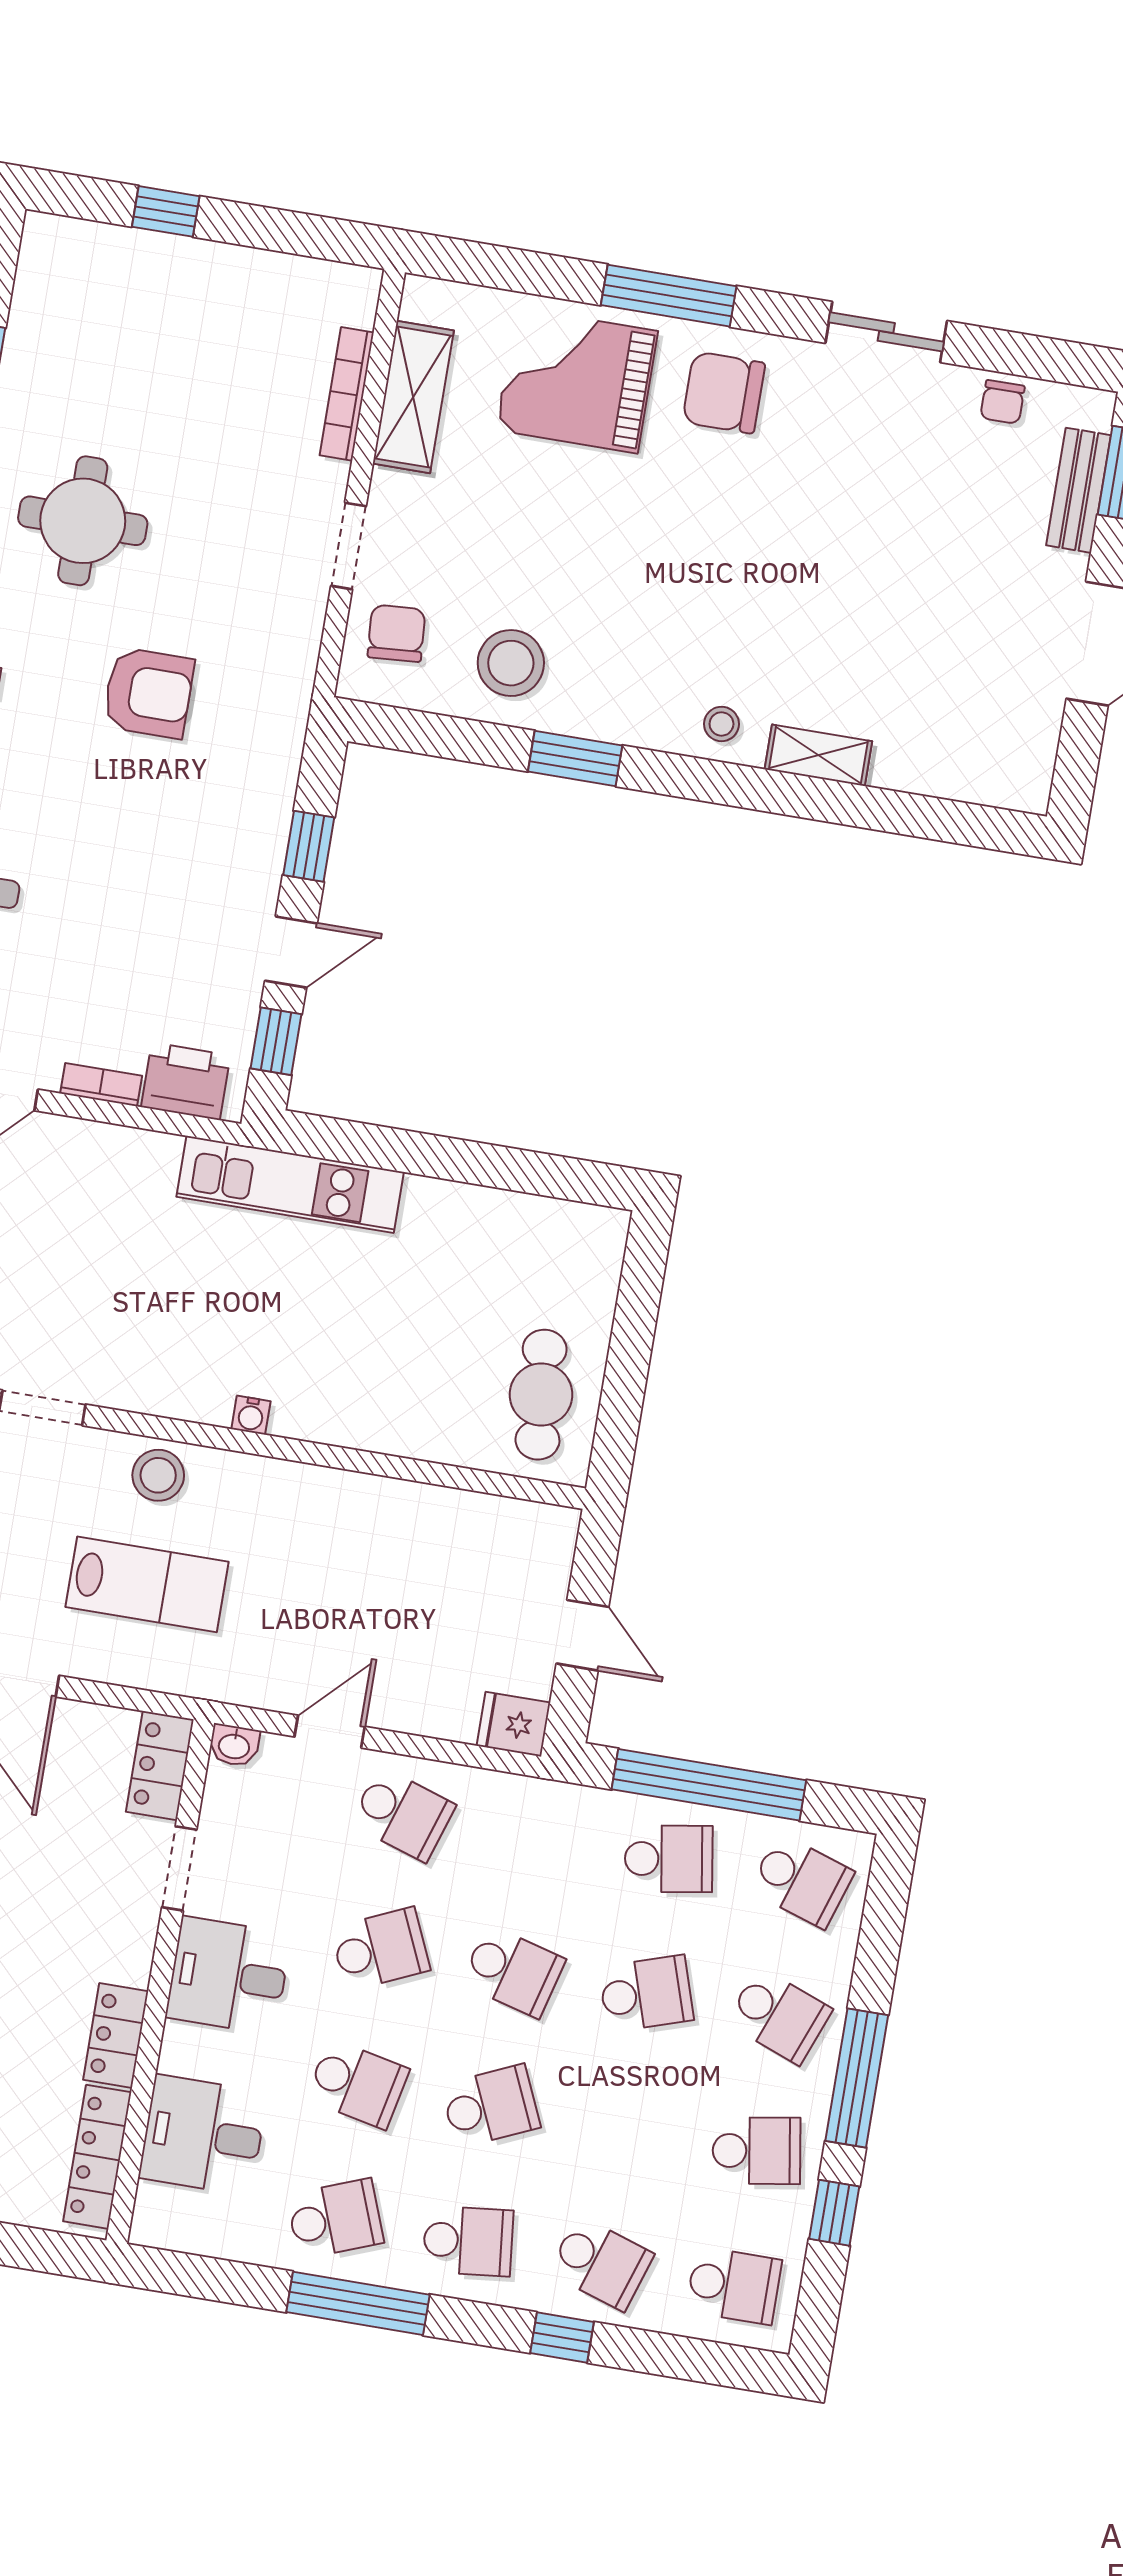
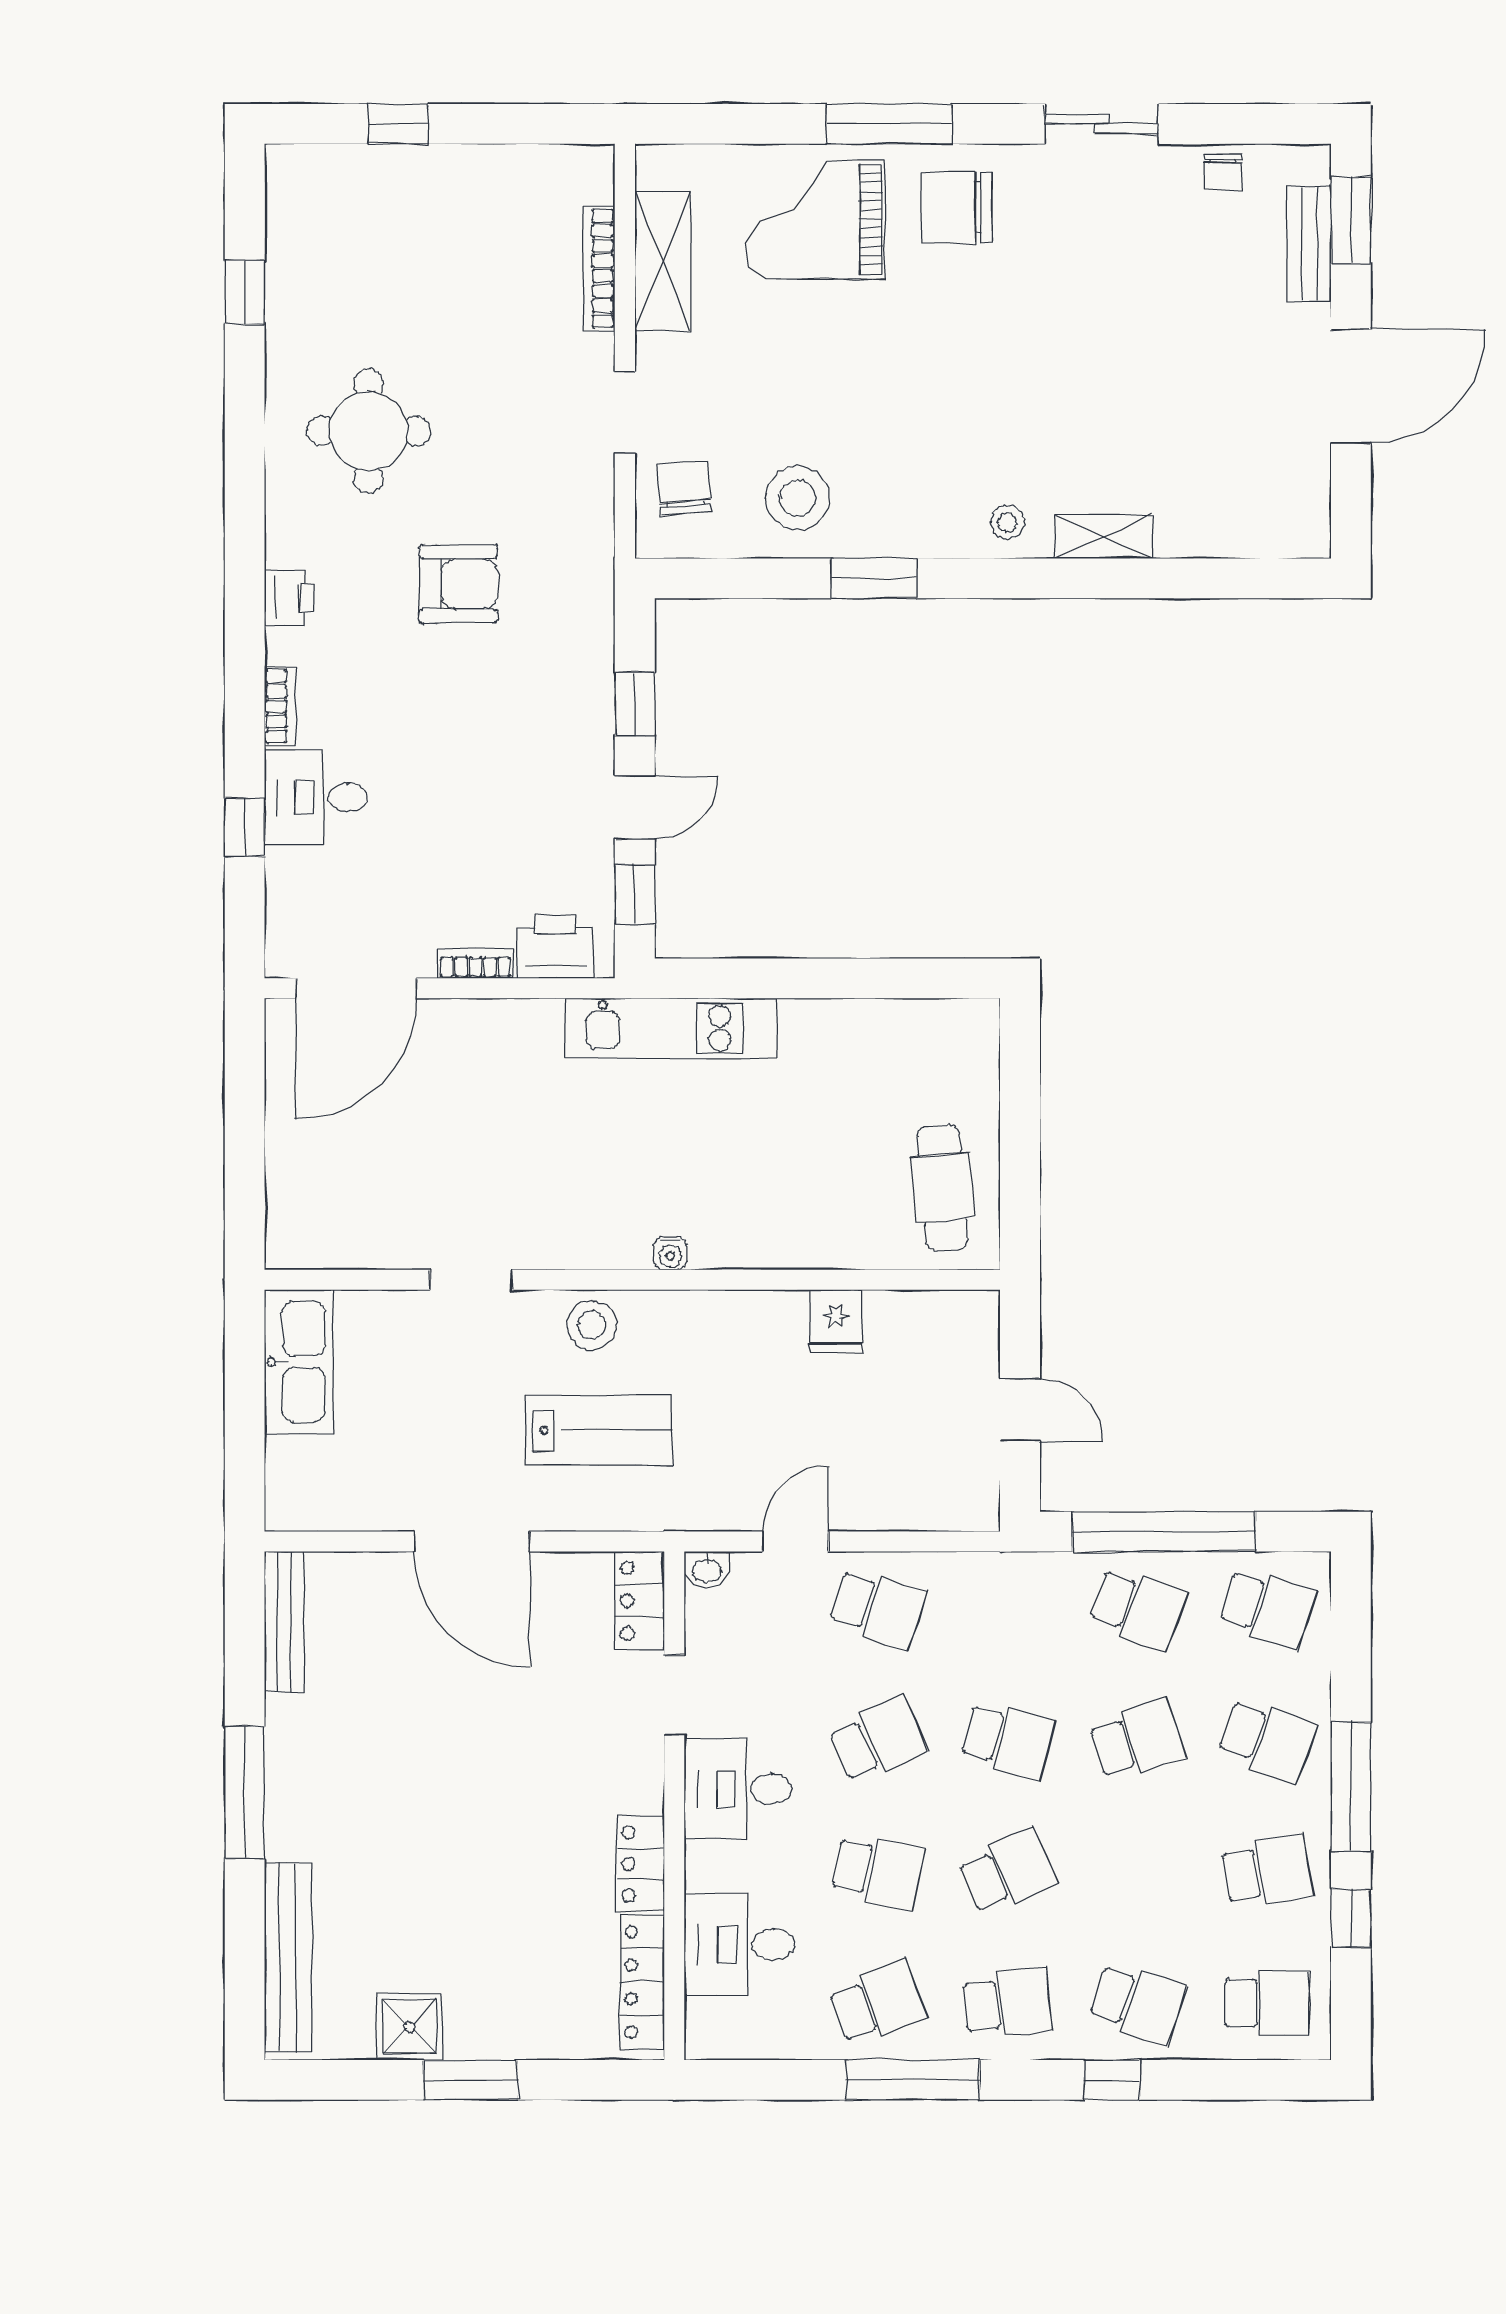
fridge: (513, 1724) -> (836, 1321), moved, turned -90
school desk: (669, 1859) -> (1137, 1608), turned 30

